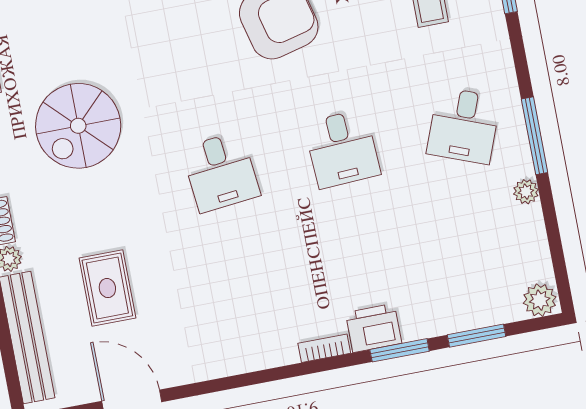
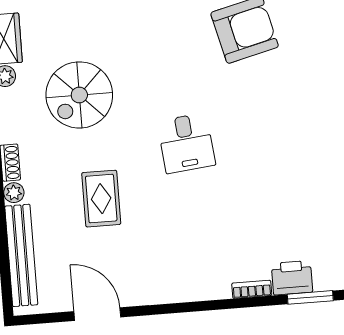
desk: (342, 149) -> (283, 136), removed
rug: (107, 288) -> (101, 199), moved

